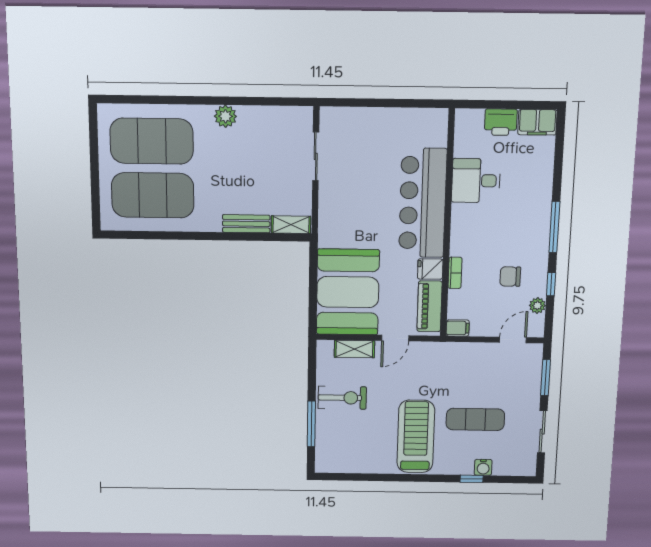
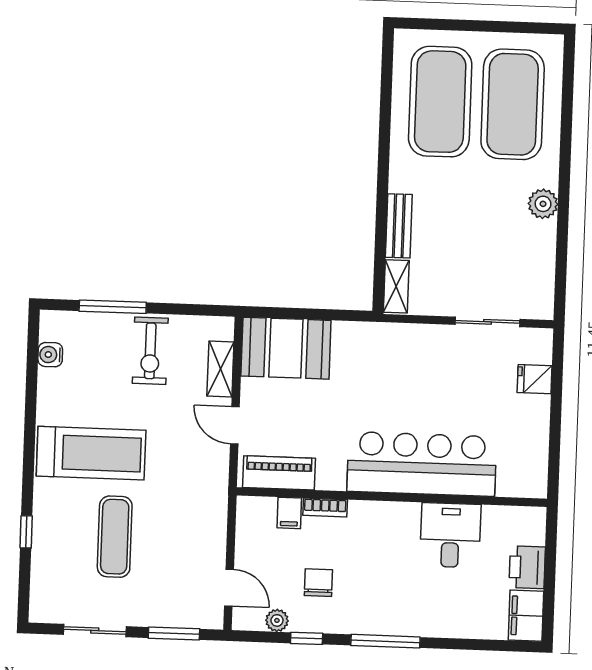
fridge: (430, 269) -> (535, 379), moved, turned -90
booth: (348, 292) -> (286, 348), width x0.73, depth x0.70
filing cabinet: (458, 328) -> (289, 513), moved
water cooler: (483, 467) -> (50, 355), moved

